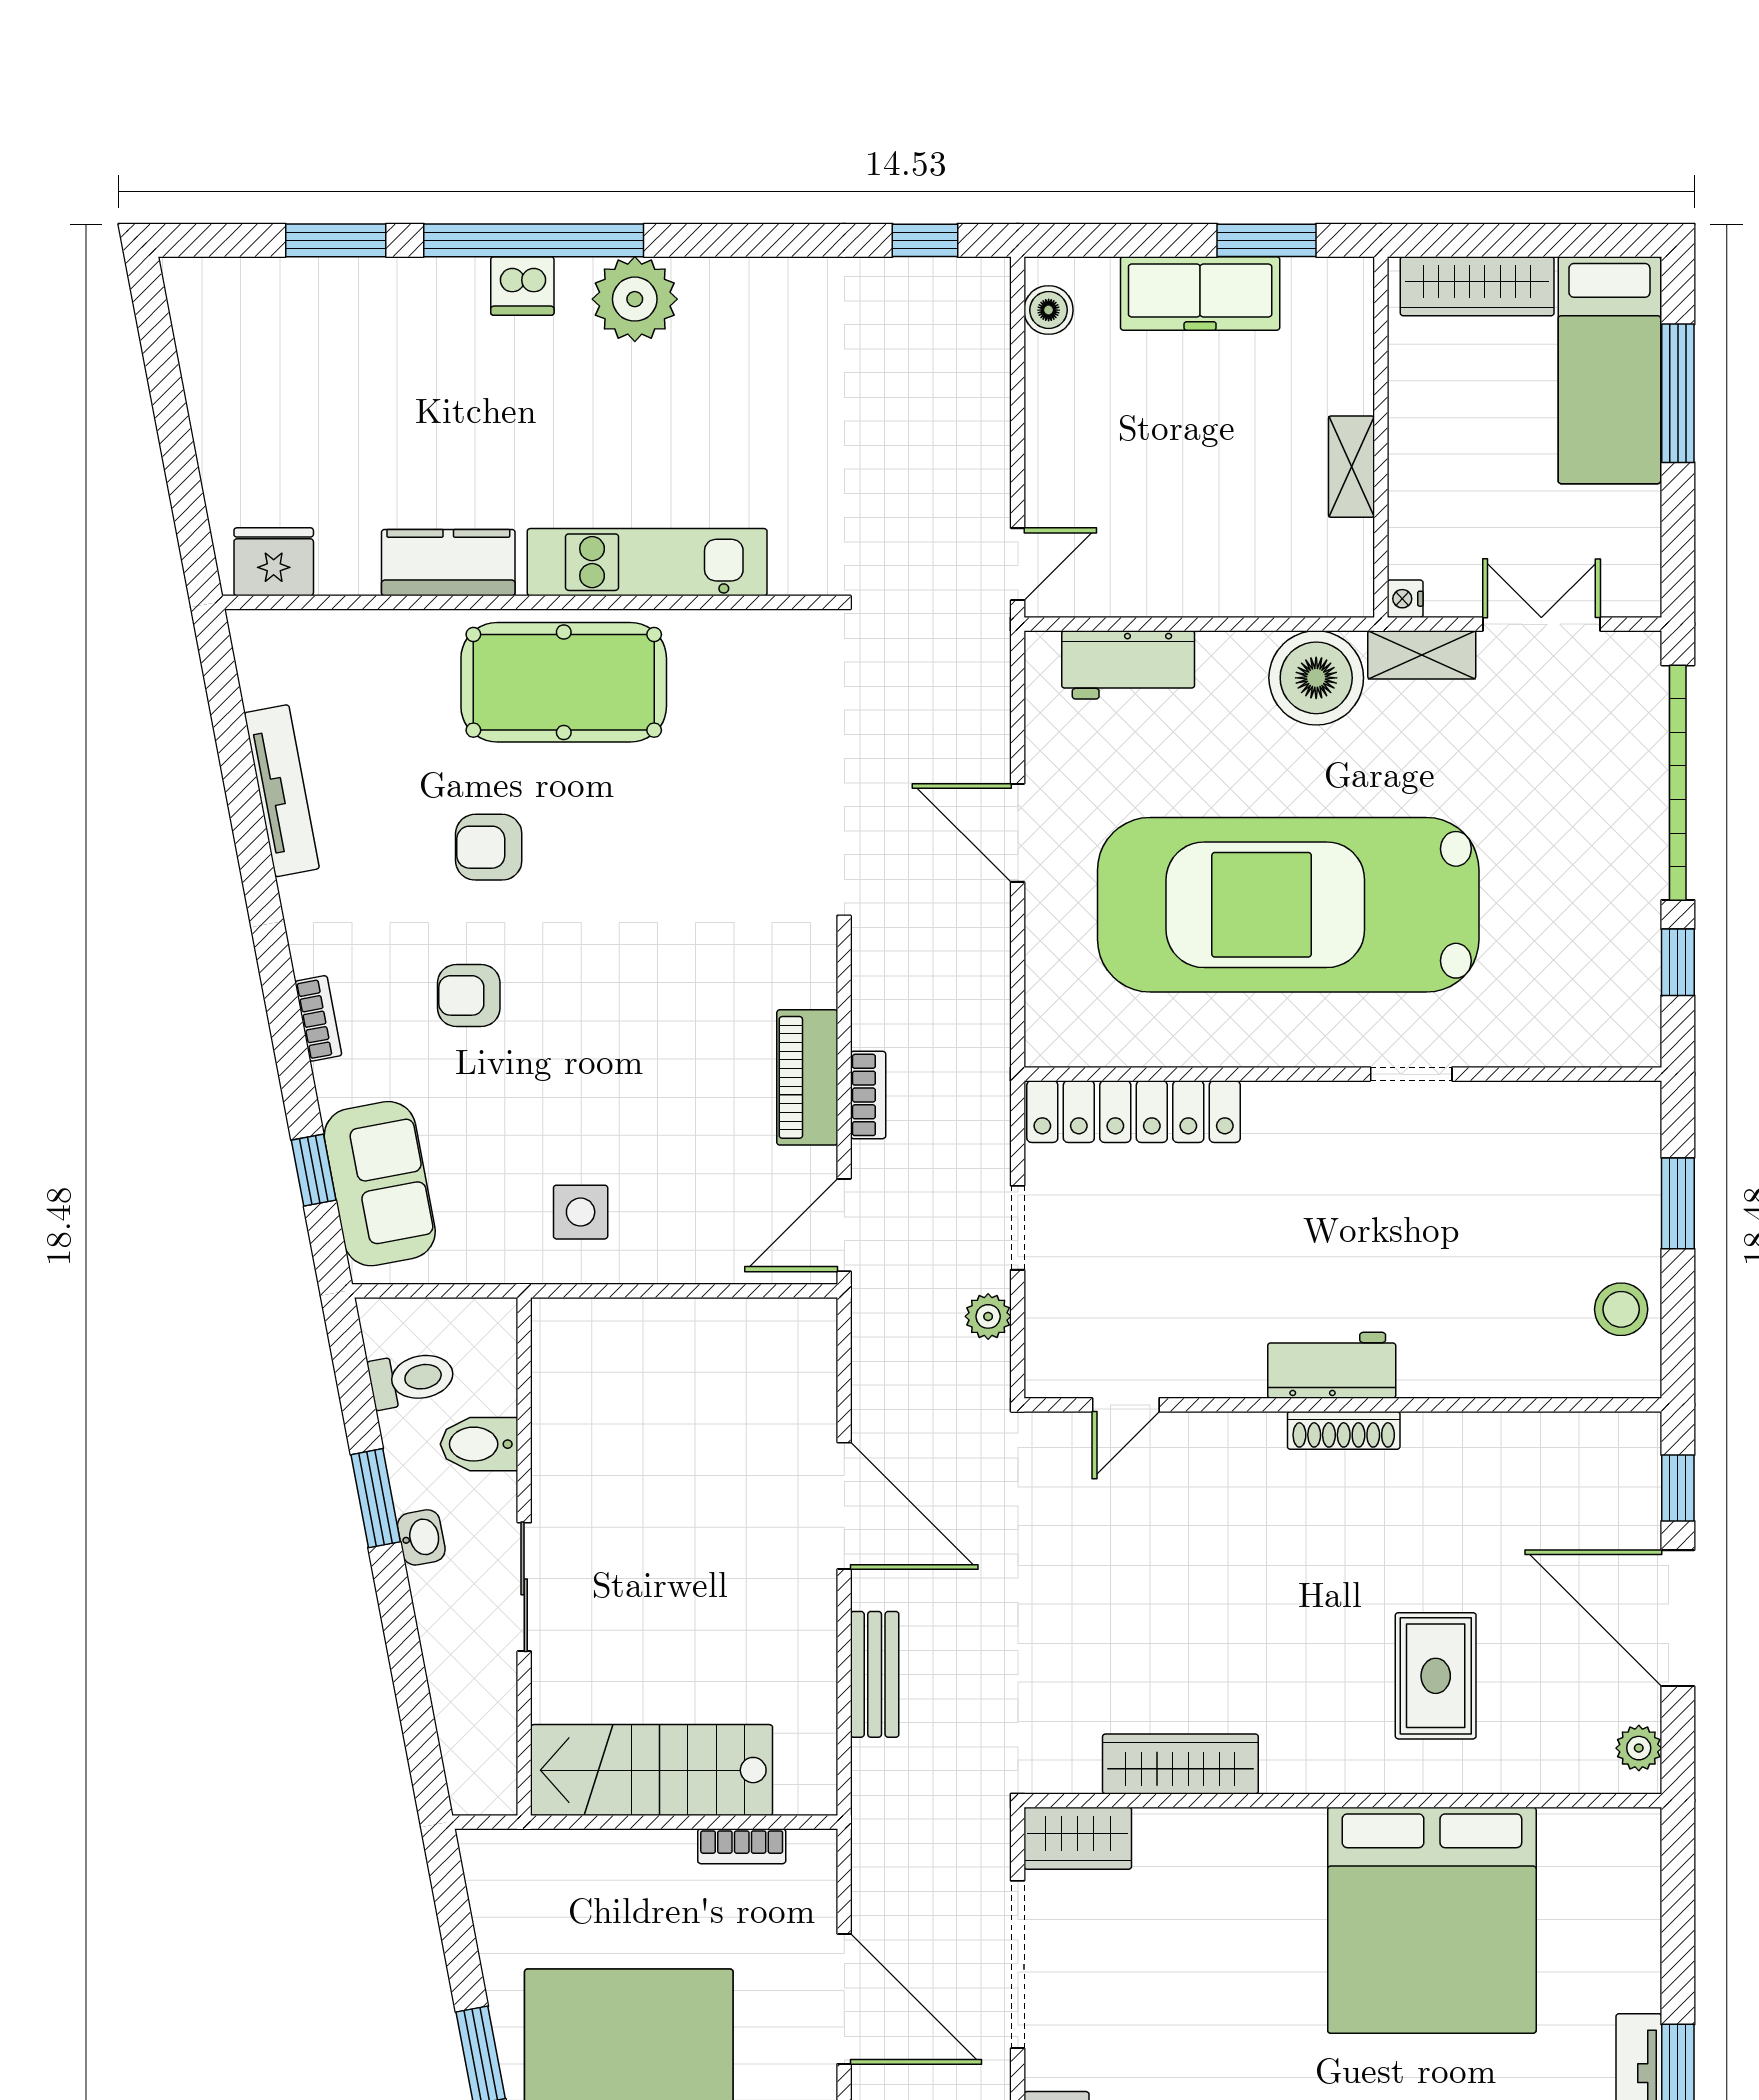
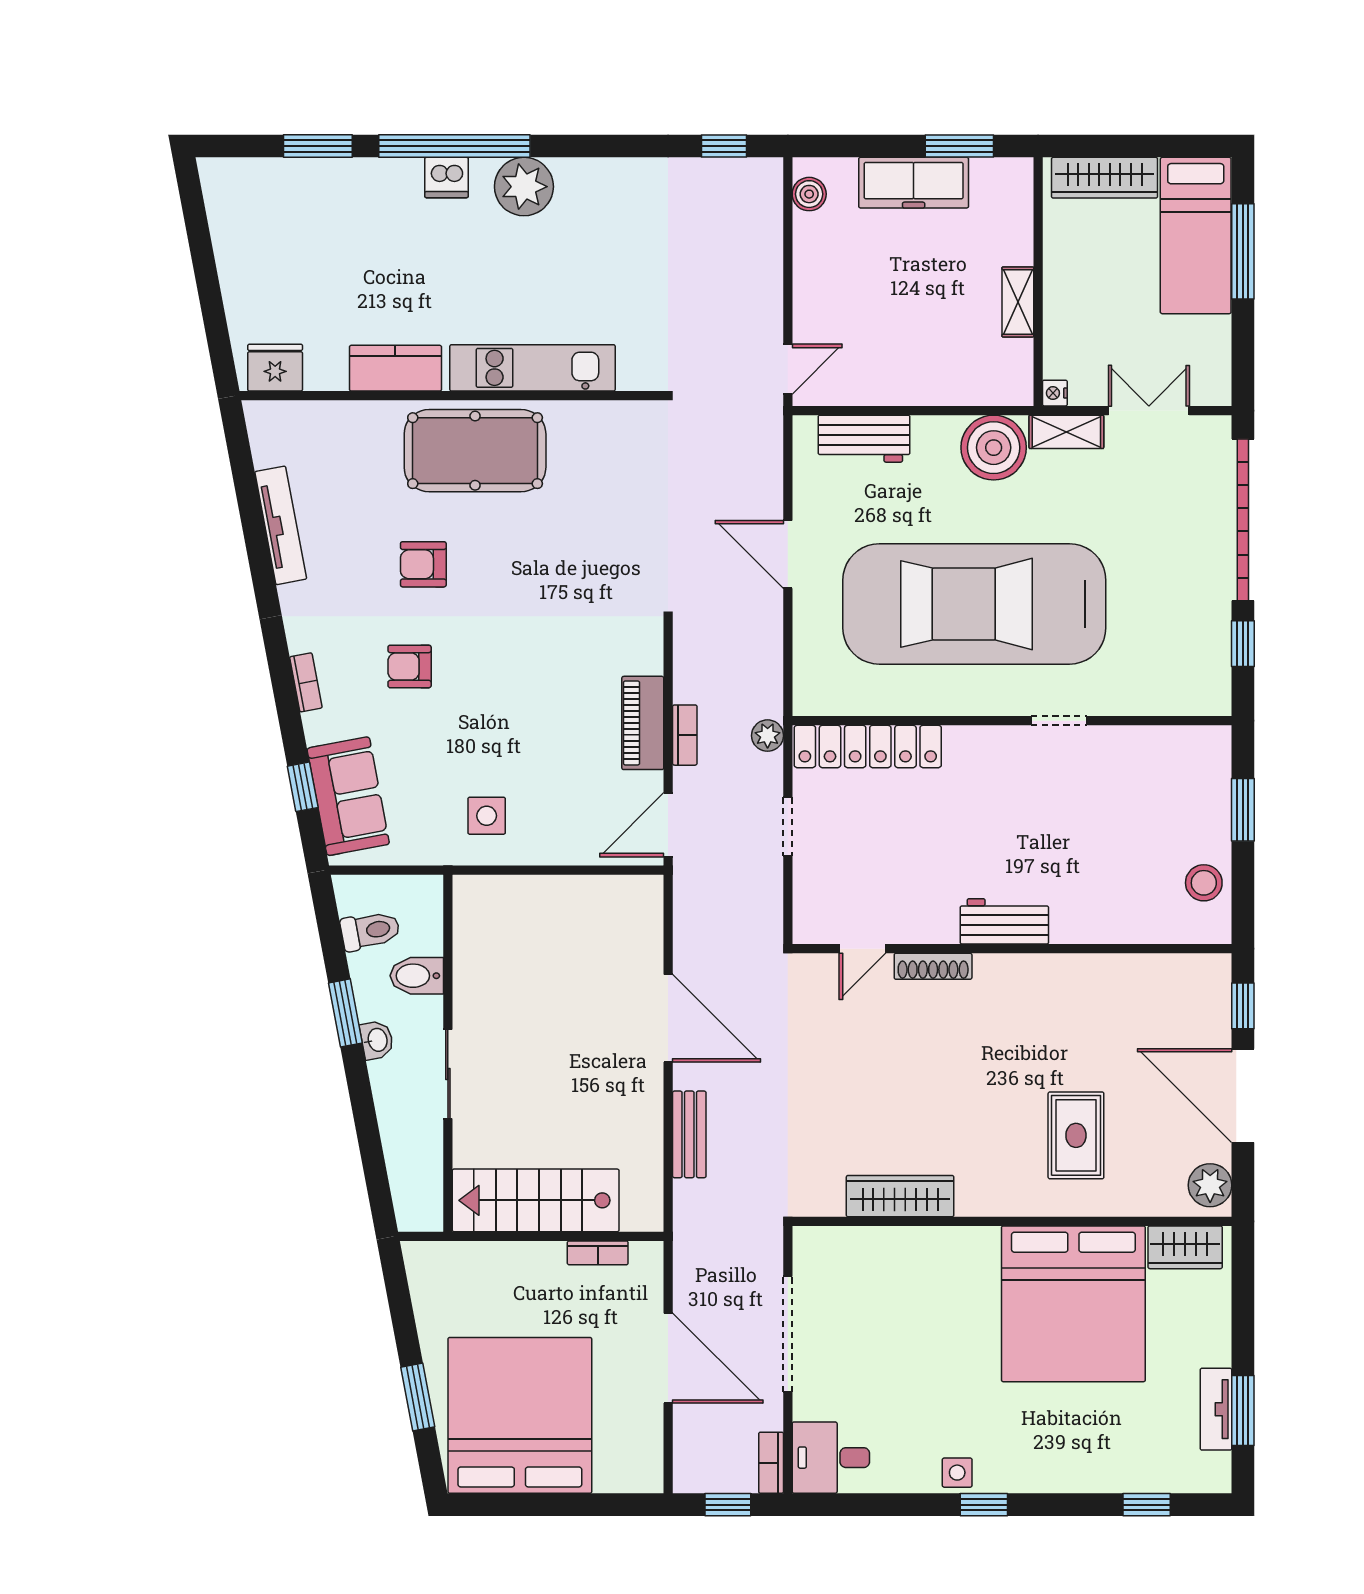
plant: (988, 1316) -> (768, 736), moved
shoe rack: (1344, 1430) -> (933, 966), moved
plant: (1639, 1748) -> (1210, 1185), width x1.38, depth x1.38
wardrobe: (1078, 1838) -> (1185, 1247), moved

